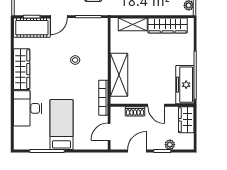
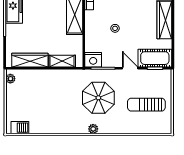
door: (59, 17) -> (130, 68), hinge flipped
nightstand: (99, 26) -> (93, 60), added

